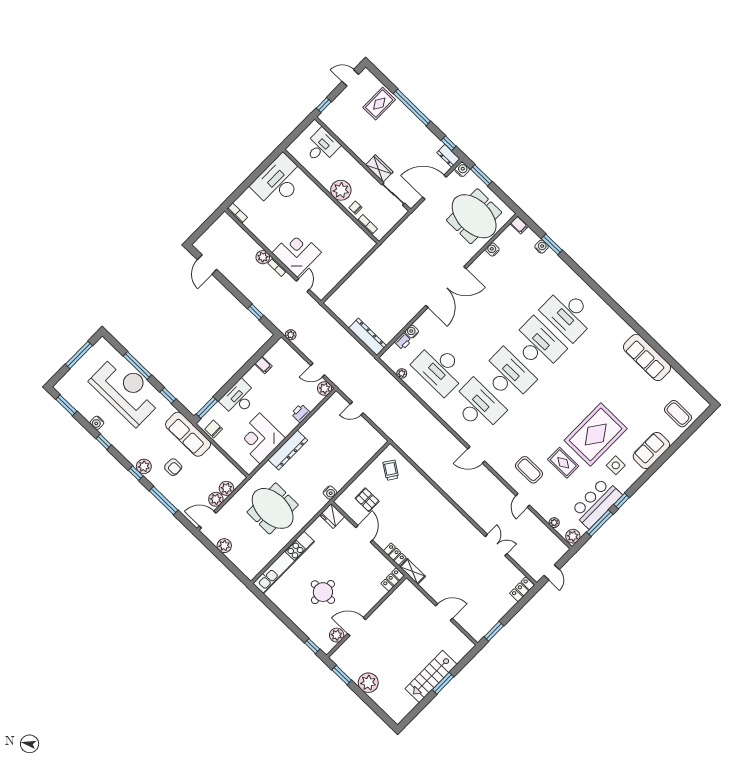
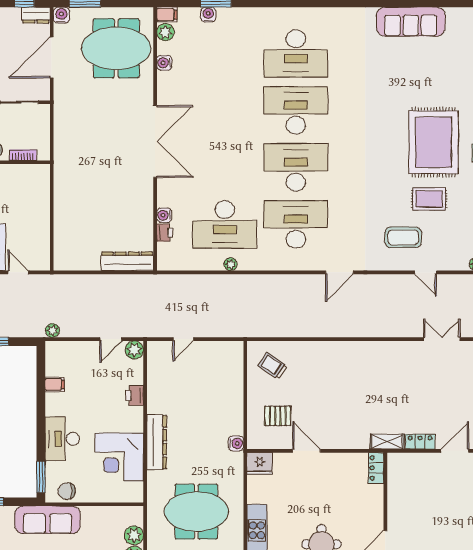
plant: (509, 234) -> (165, 32), added
plant: (402, 373) -> (231, 264), moved
locker: (395, 554) -> (420, 442), moved

